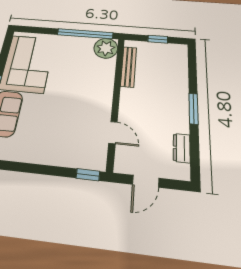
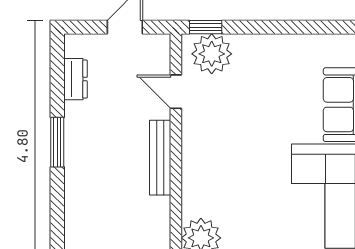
bench: (129, 67) -> (160, 158), moved
plant: (86, 155) -> (212, 54), added

